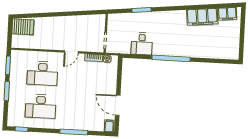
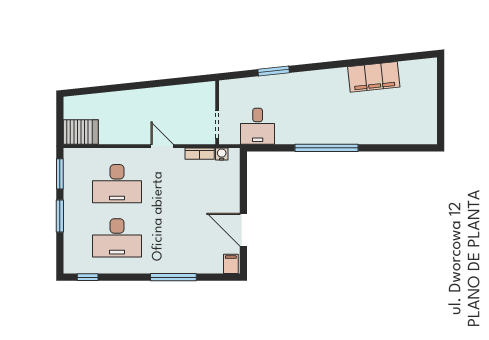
filing cabinet: (227, 14) -> (415, 70), removed
server rack: (23, 27) -> (81, 132), moved
desk: (142, 44) -> (258, 126), moved
door: (71, 52) -> (162, 146), swing flipped

